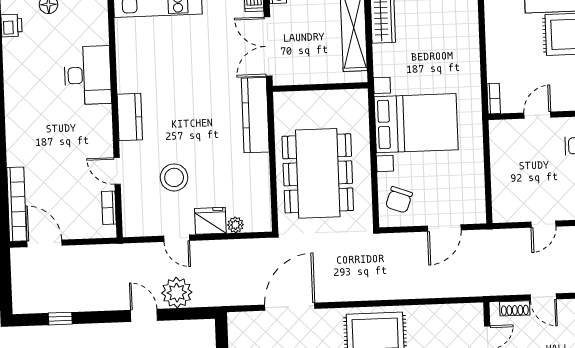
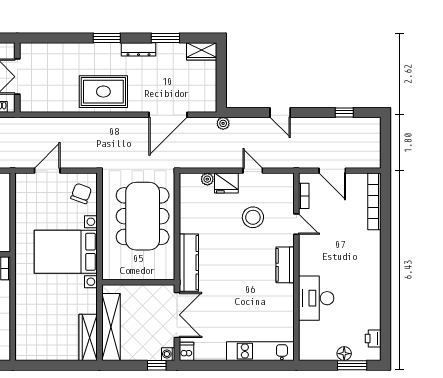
door: (44, 243) -> (332, 171), moved
plant: (177, 293) -> (223, 123), moved, width x0.53, depth x0.53

